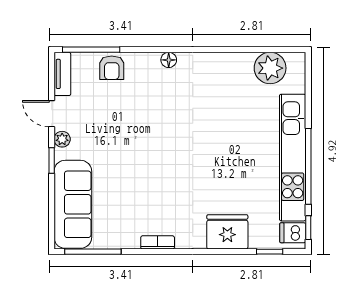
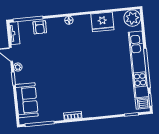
plant: (270, 68) -> (132, 18), moved
sofa: (73, 204) -> (27, 100), width x0.73
fridge: (227, 232) -> (102, 22), moved, turned 180

